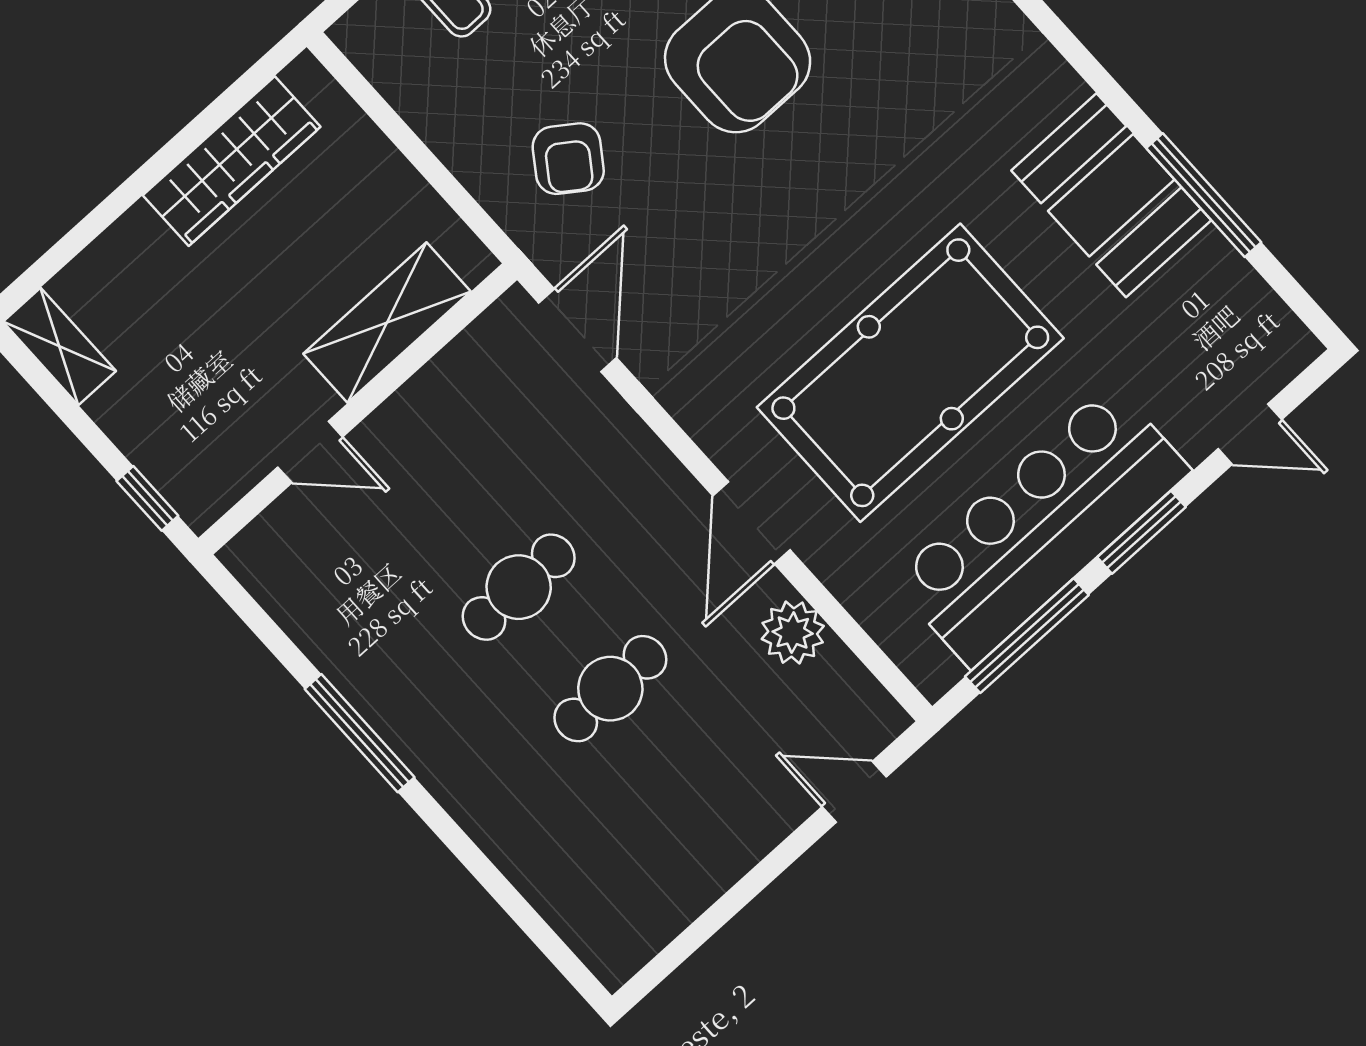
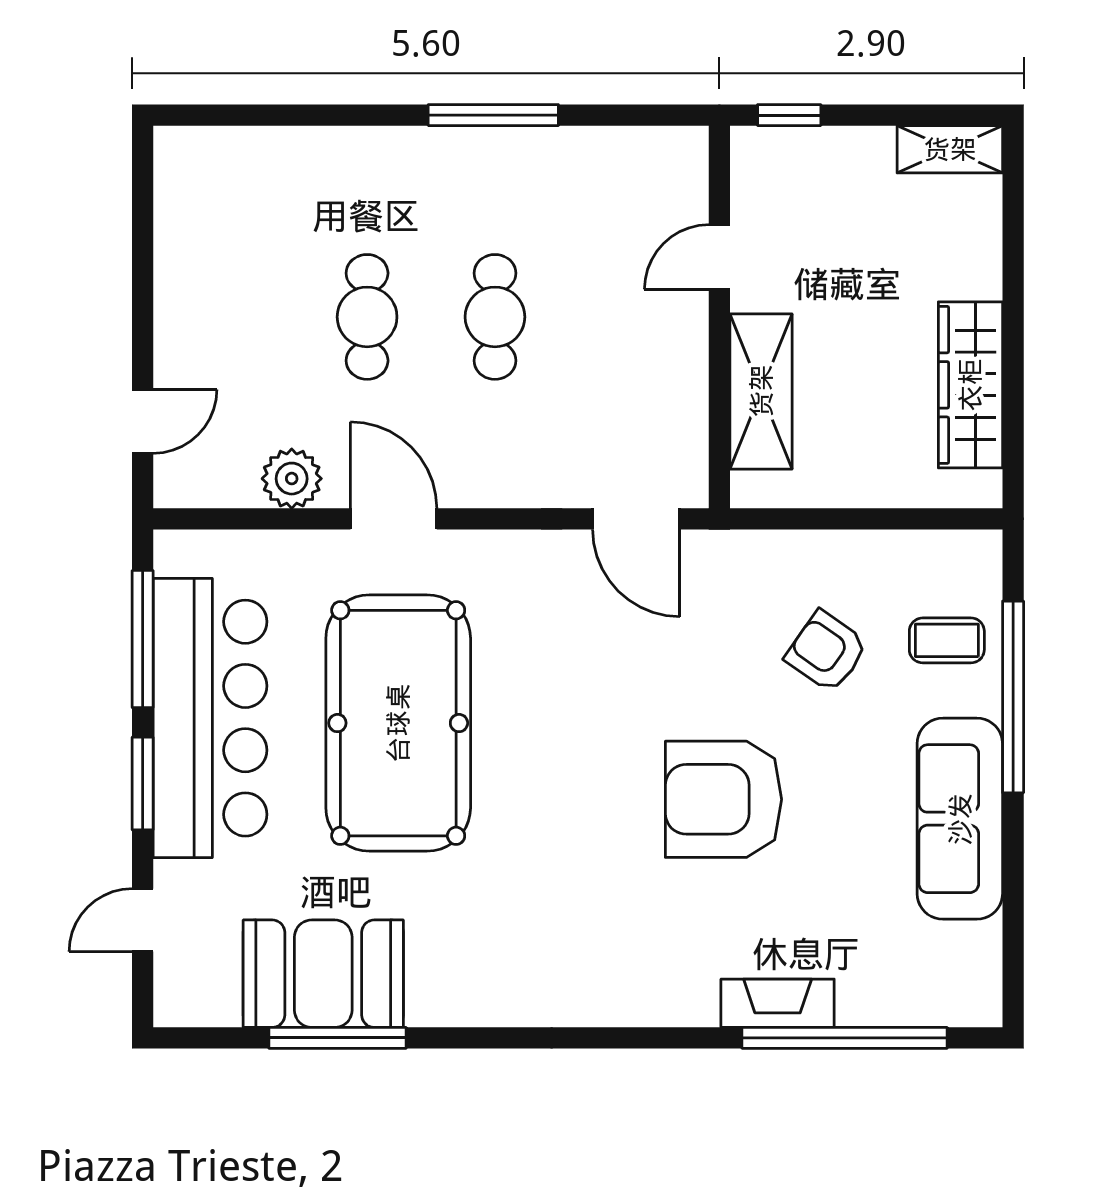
armchair: (568, 159) -> (827, 652), moved
booth: (1111, 195) -> (323, 974), moved

